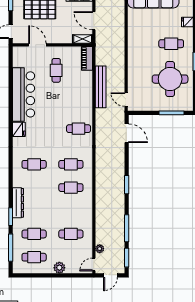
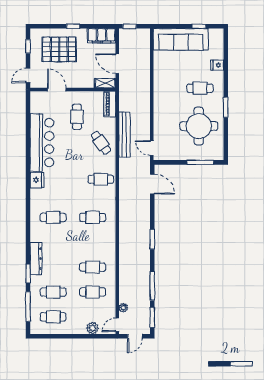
cafe table: (79, 95) -> (101, 143), added
cafe table: (71, 188) -> (93, 267), moved
plant: (59, 268) -> (92, 328), moved

